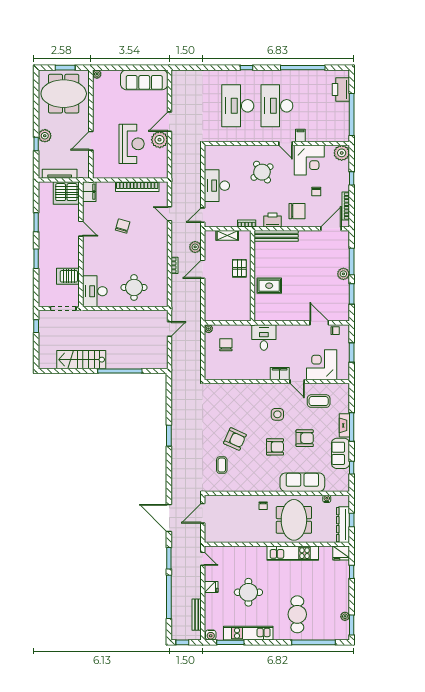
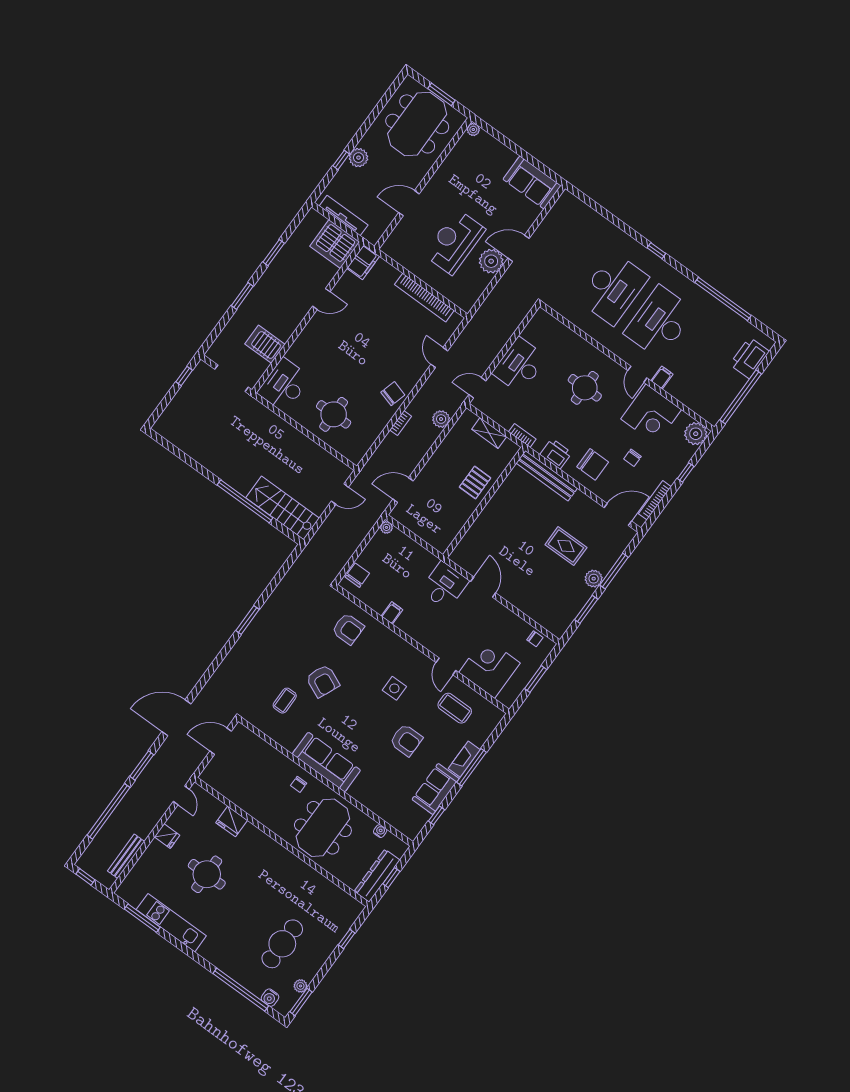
sofa: (144, 80) -> (532, 182), width x0.73
meeting table: (64, 94) -> (417, 124), turned 90
desk: (238, 106) -> (613, 288), turned 180
reception desk: (132, 144) -> (454, 242), turned 180
round table: (262, 172) -> (585, 388), turned 34
chair: (123, 226) -> (393, 394), moved
door: (81, 229) -> (321, 299), hinge flipped
door: (203, 269) -> (403, 490), moved
rug: (269, 286) -> (566, 546), moved
door: (319, 323) -> (483, 587), moved
chair: (226, 345) -> (357, 575), moved
stairs: (81, 360) -> (283, 508), moved
filing cabinet: (280, 374) -> (392, 613), moved, width x0.50
armchair: (275, 447) -> (348, 629), moved
sofa: (302, 482) -> (326, 762), moved
door: (169, 518) -> (176, 718), hinge flipped
kitchen unit: (293, 553) -> (293, 866), removed
fridge: (341, 553) -> (232, 821), moved
cafe table: (297, 614) -> (282, 944), moved
water cooler: (211, 635) -> (270, 998), moved

